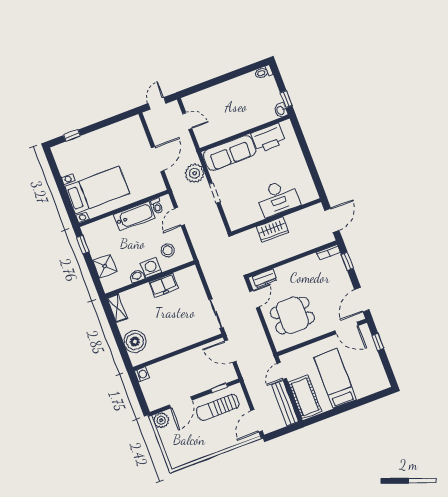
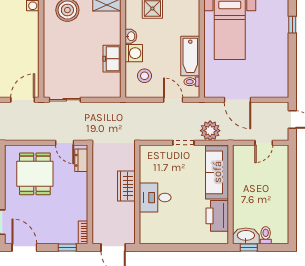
toilet: (263, 72) -> (266, 235), moved
washbasin: (281, 110) -> (246, 236), width x1.91, depth x1.45
desk: (278, 198) -> (155, 198), width x0.73

